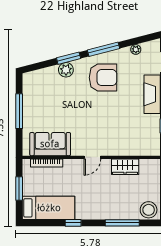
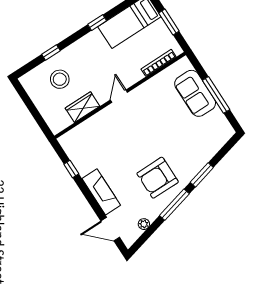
plant: (66, 70) -> (197, 162), removed
sofa: (50, 144) -> (195, 93), moved, turned 90
stool: (149, 210) -> (60, 79), moved
window: (122, 223) -> (51, 52), width x0.46

